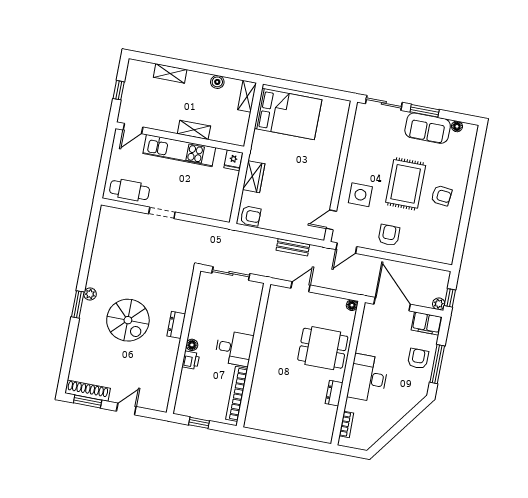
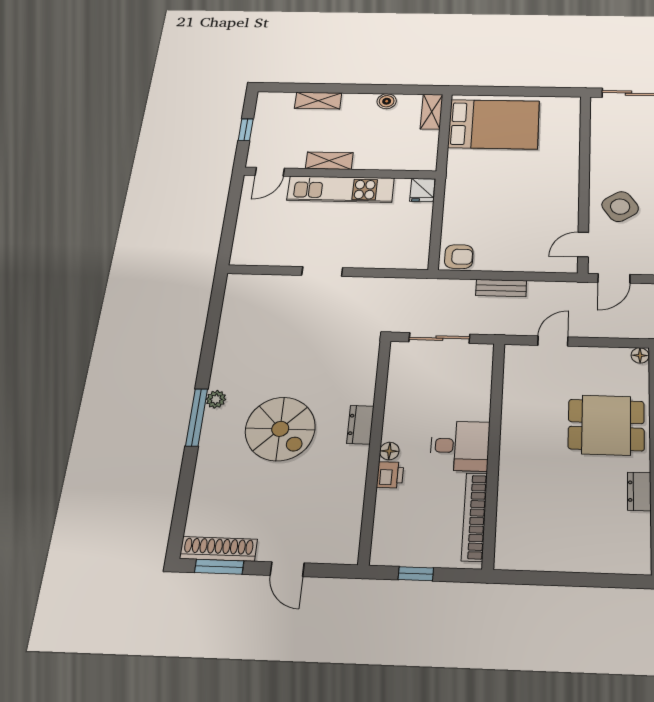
shelving: (194, 130) -> (329, 161), moved
wardrobe: (254, 177) -> (456, 206), removed
cafe table: (130, 190) -> (270, 249), removed
side table: (360, 195) -> (620, 207), turned -34
bench: (293, 247) -> (501, 288), moved
window: (78, 304) -> (197, 417), width x1.44
door: (126, 409) -> (287, 569), swing flipped

